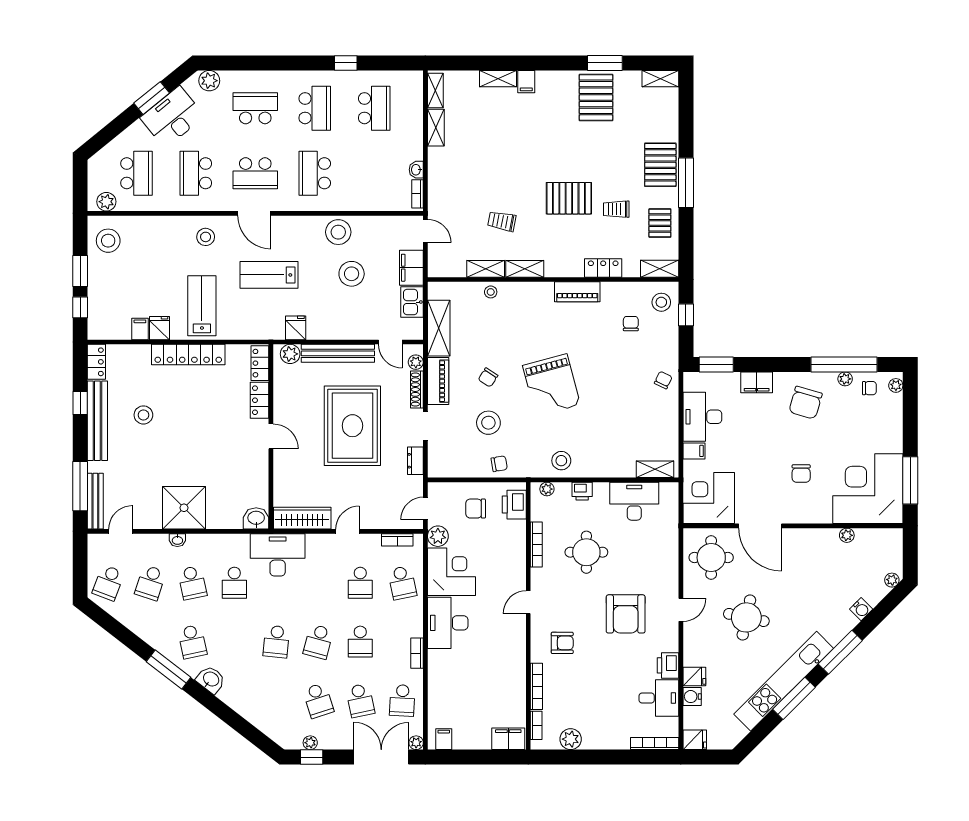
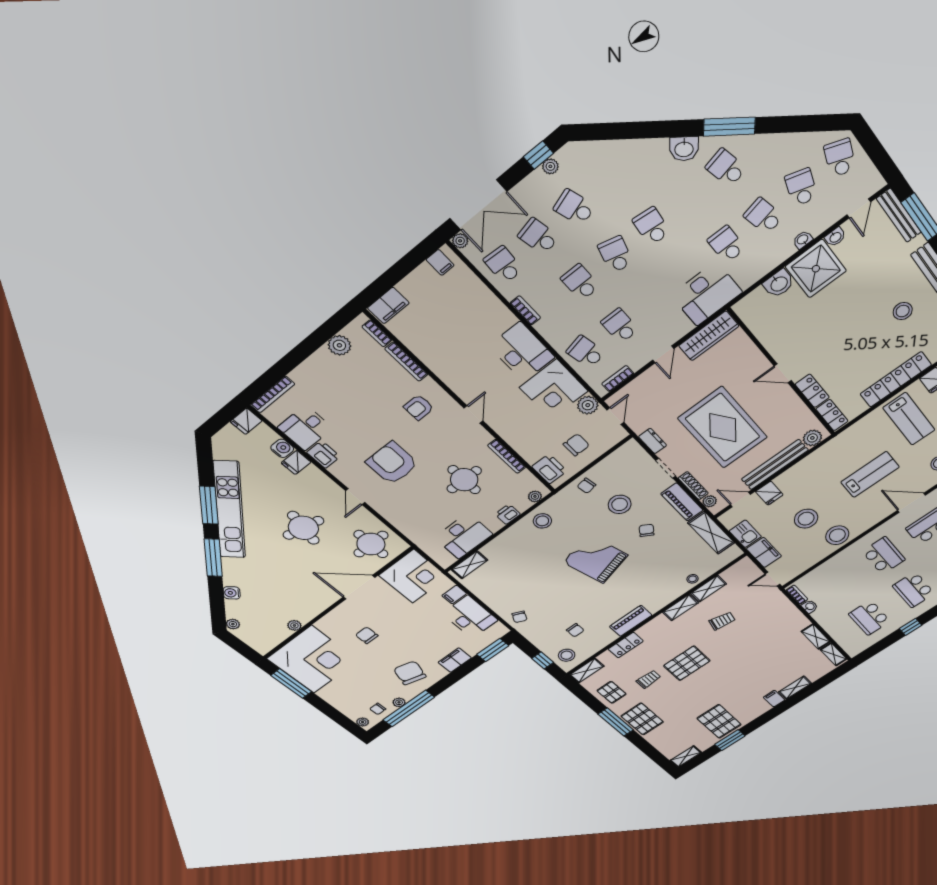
fridge: (296, 328) -> (769, 493), moved
washbasin: (256, 518) -> (779, 284), moved
washbasin: (153, 522) -> (835, 237), added

